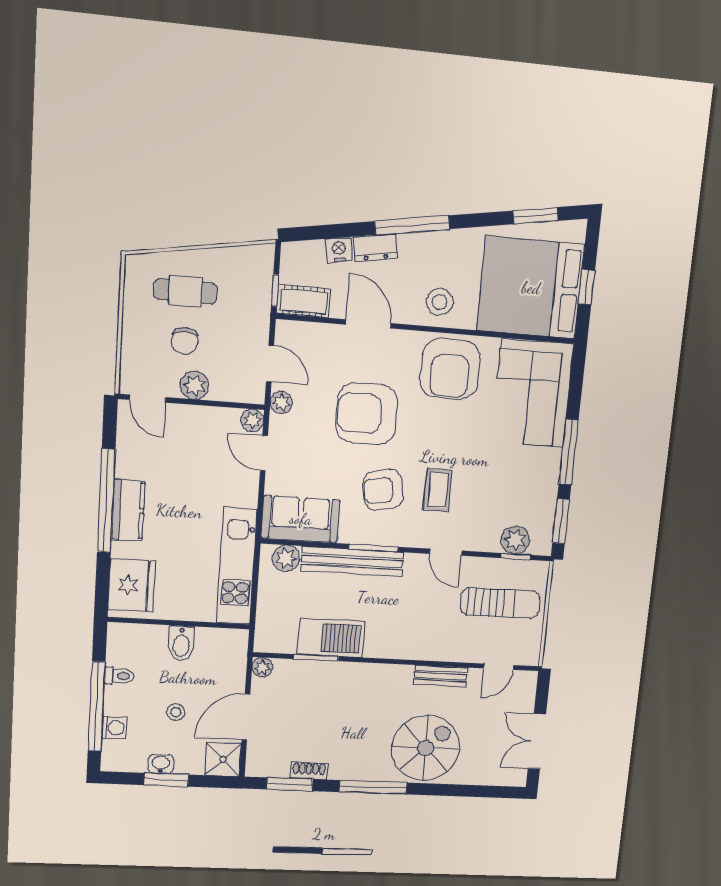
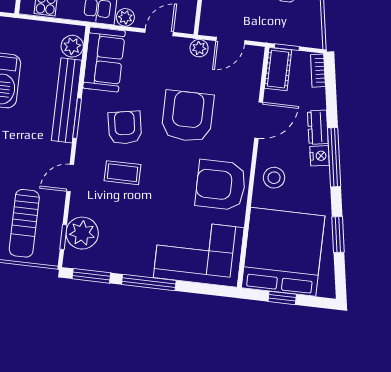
window: (536, 216) -> (338, 235), moved
bookcase: (303, 249) -> (318, 71), added
nightstand: (339, 250) -> (320, 156), moved
plant: (252, 420) -> (125, 17), moved
plant: (515, 540) -> (82, 233), width x1.36, depth x1.36

